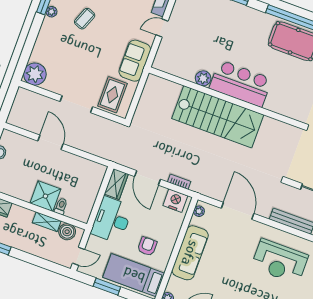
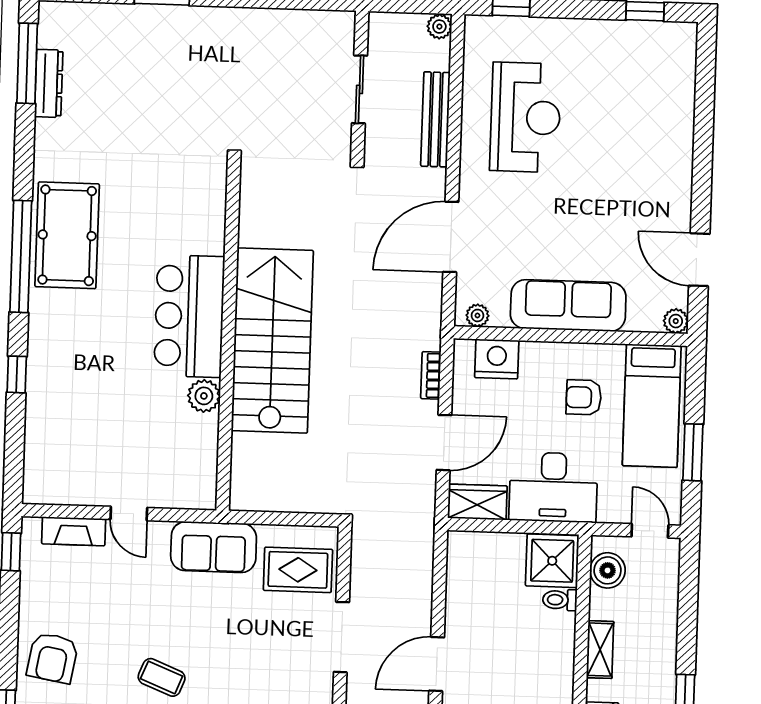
shower: (45, 196) -> (552, 561), moved
nightstand: (175, 201) -> (497, 359), moved, turned 90
shelving: (47, 222) -> (600, 650), moved

